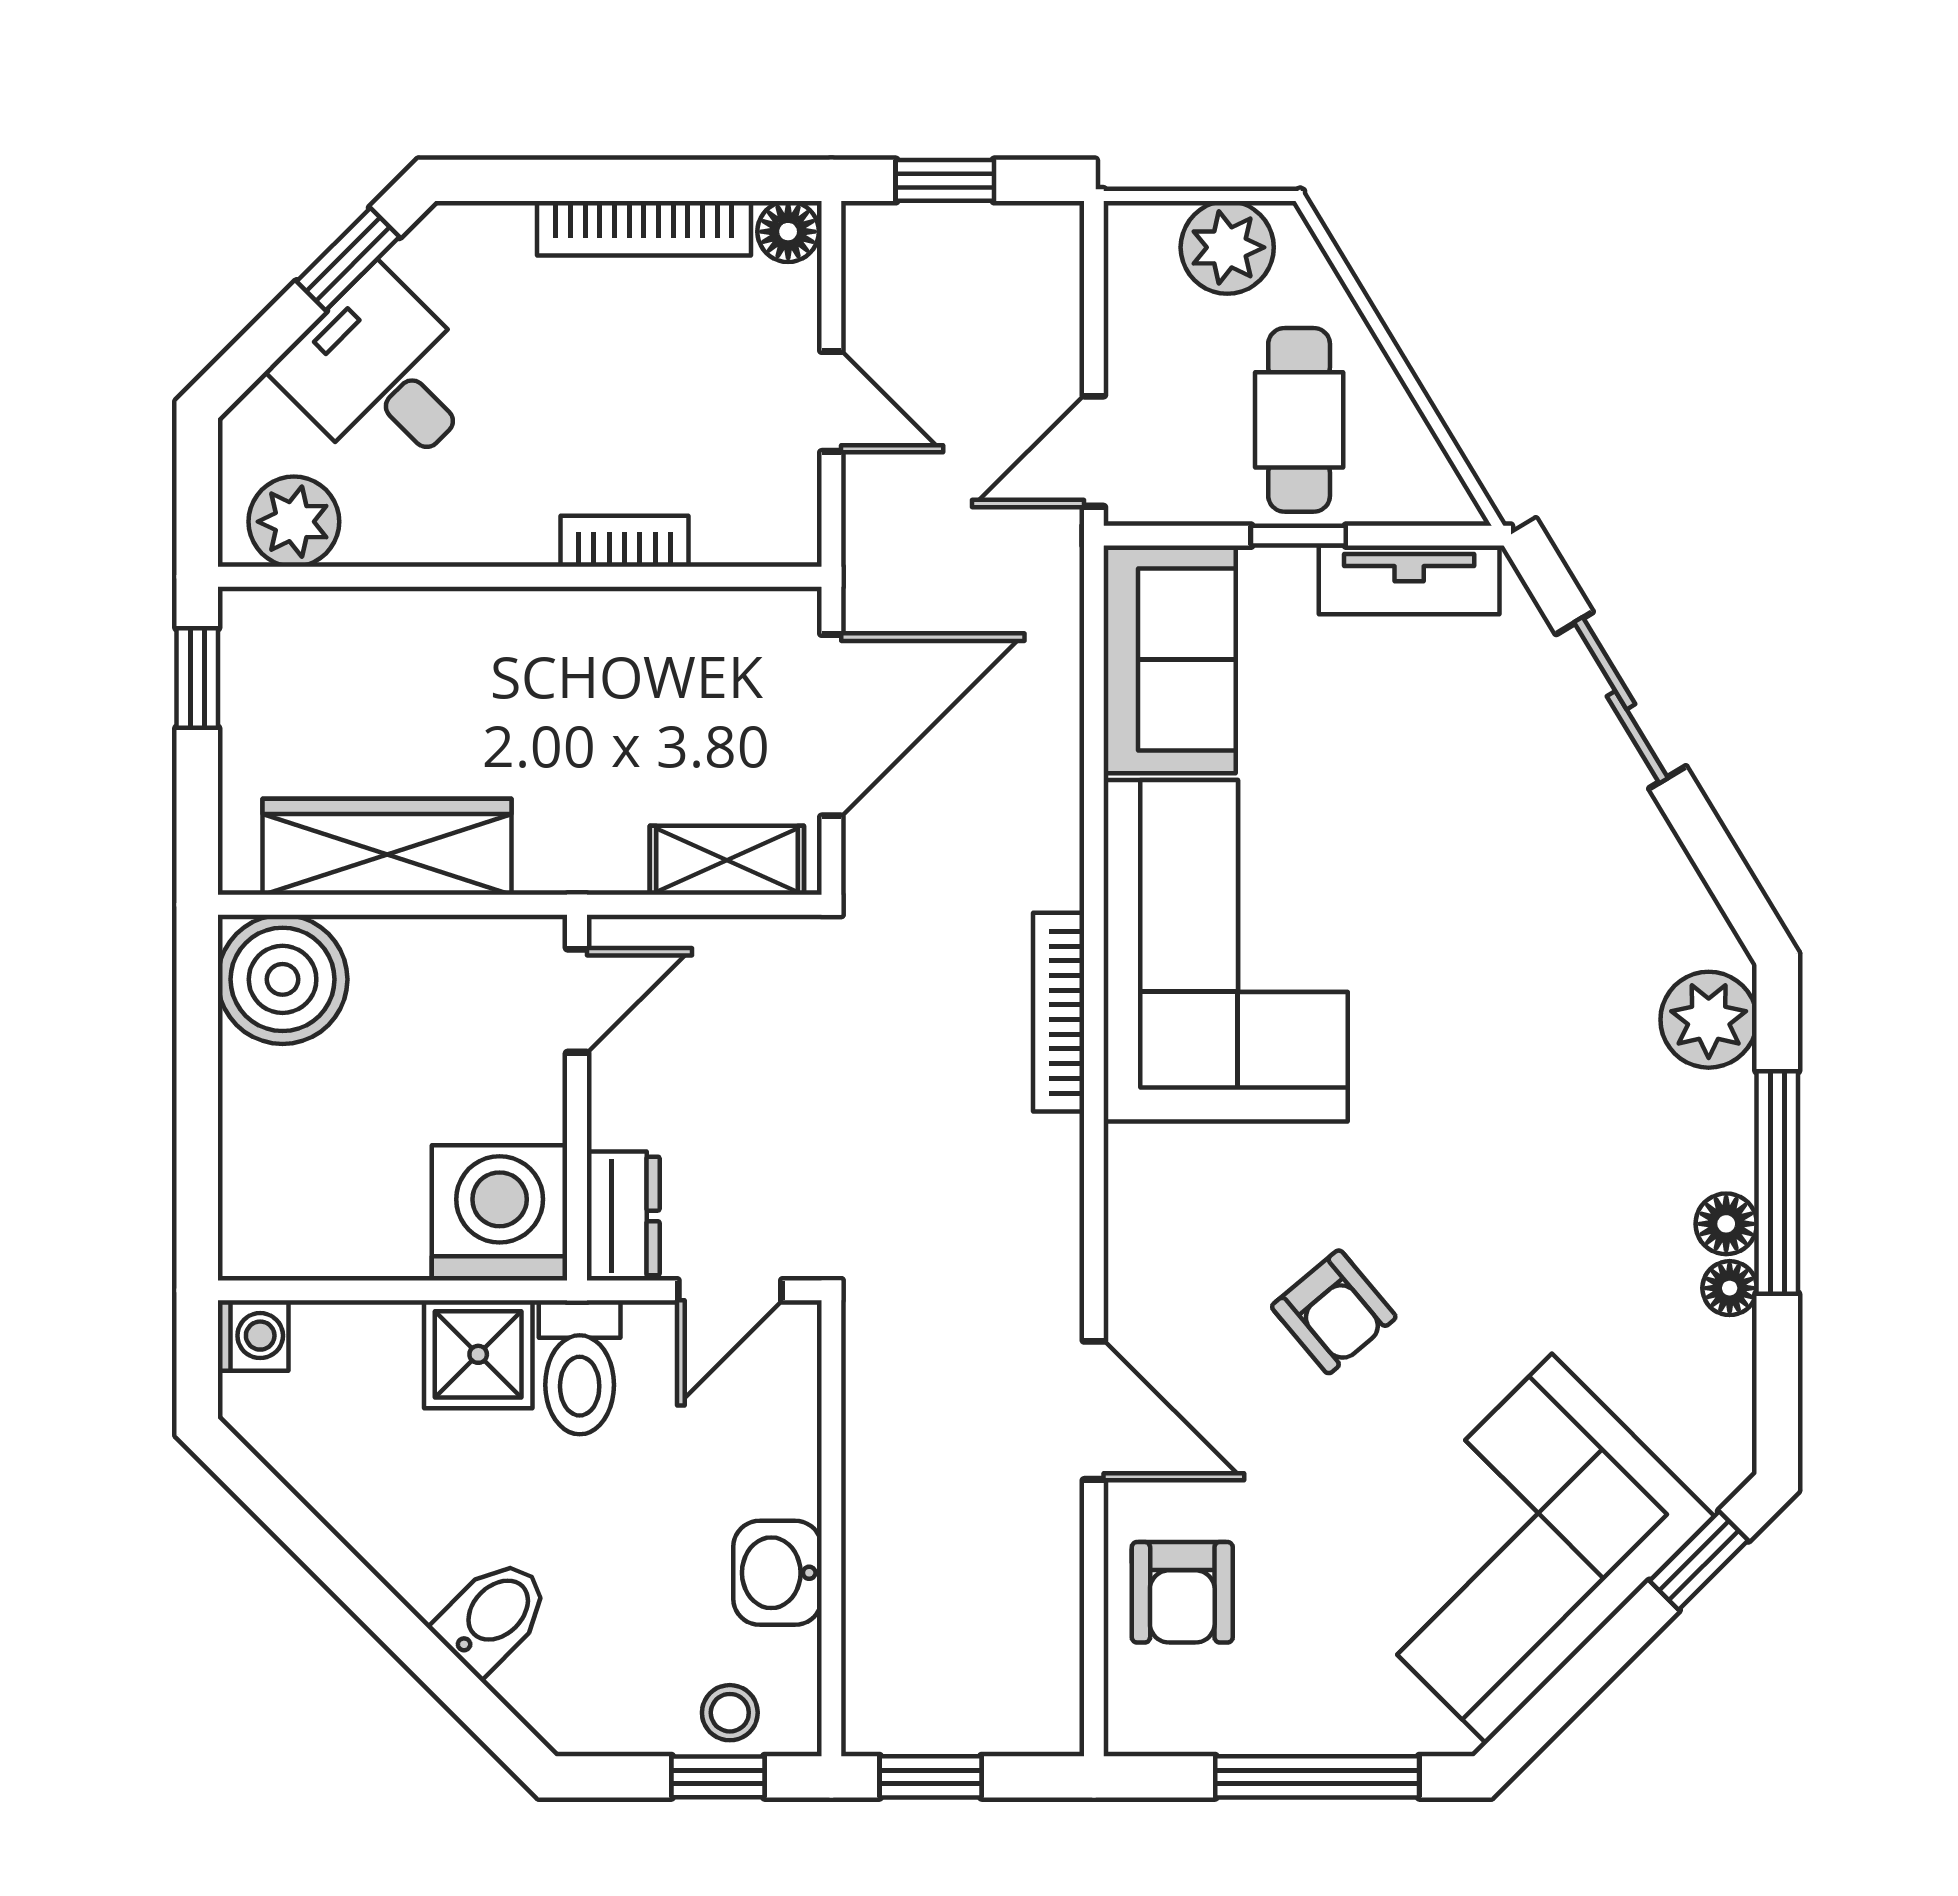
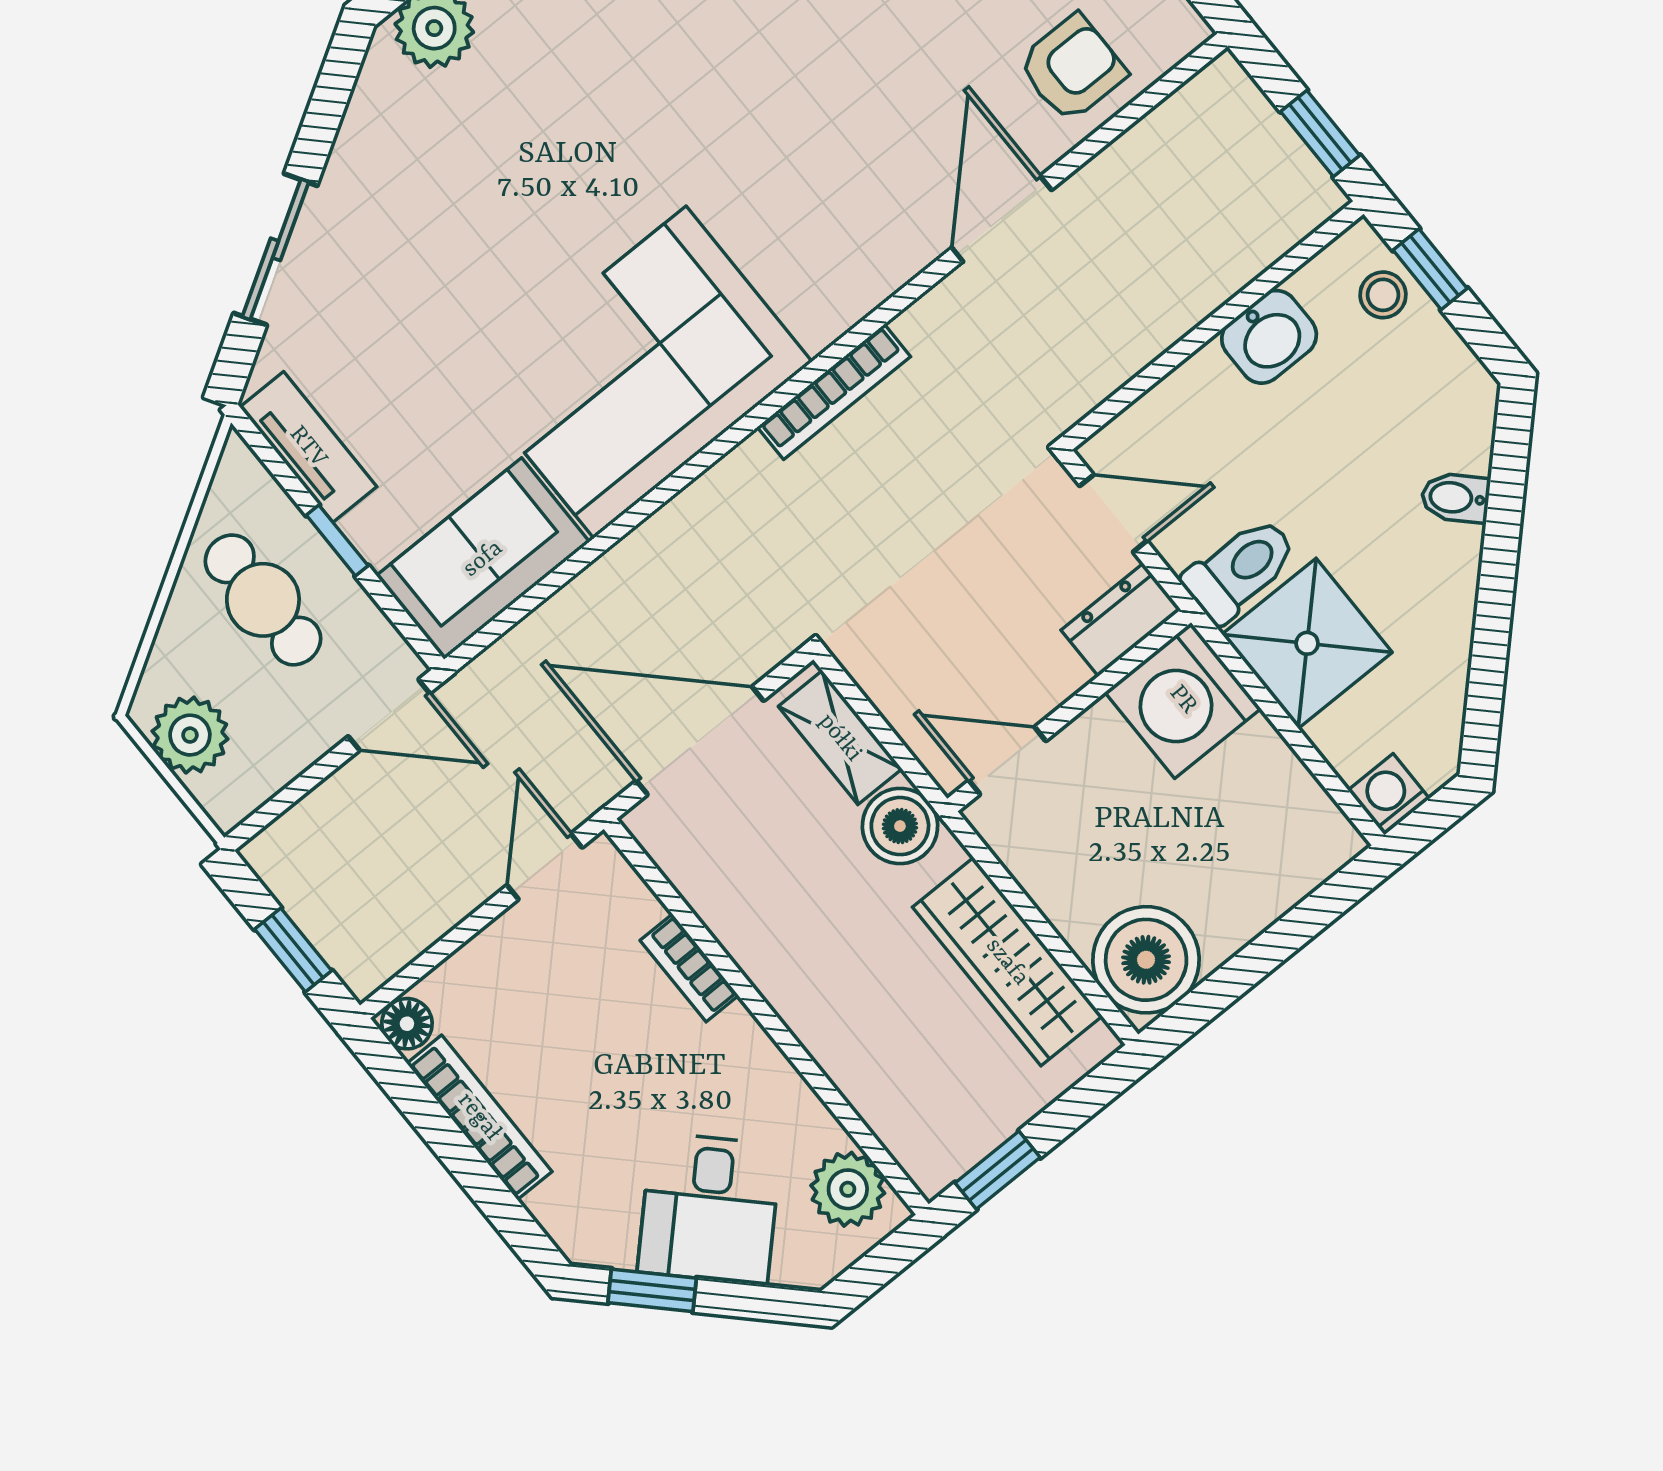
door: (831, 401) -> (545, 866), moved
cafe table: (1299, 420) -> (263, 600), turned 90
boiler: (597, 849) -> (900, 826), added
bookcase: (1059, 1012) -> (834, 392), moved
armchair: (1334, 1312) -> (815, 117), removed
shower: (478, 1354) -> (1307, 643), width x1.36, depth x1.36
bidet: (493, 1616) -> (1455, 498), width x0.72, depth x0.74

